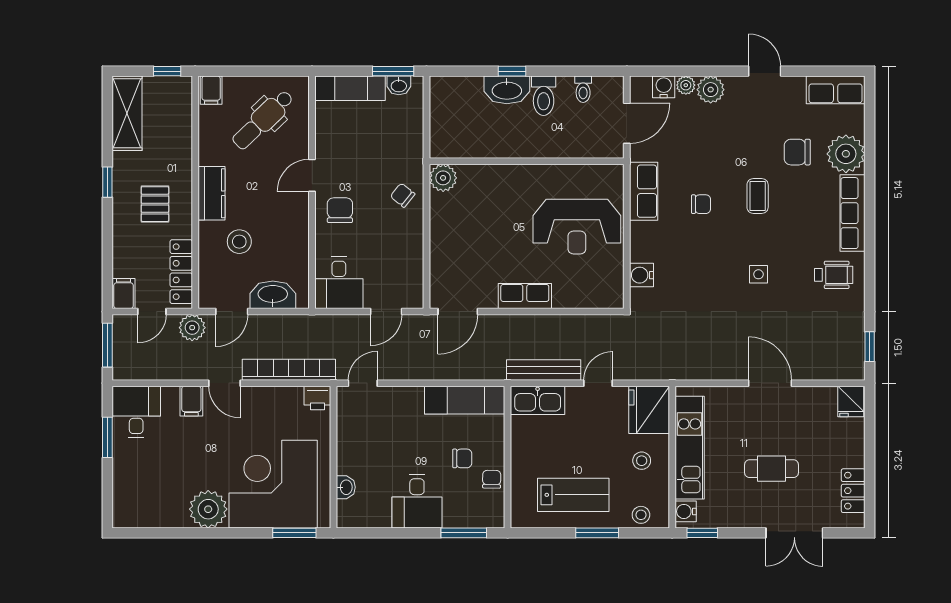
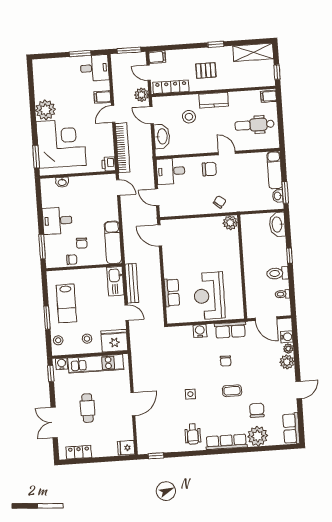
washbasin: (507, 90) -> (277, 224), moved
dental chair: (263, 120) -> (255, 125), turned -46
water cooler: (642, 275) -> (200, 331), moved
row of seats: (525, 296) -> (172, 293), moved

